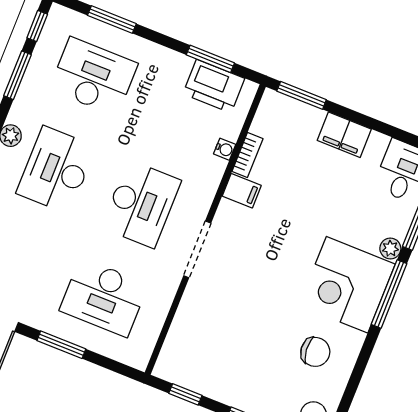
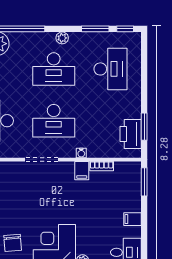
window: (112, 19) -> (144, 67), removed
filing cabinet: (344, 135) -> (132, 219), width x0.50
water cooler: (225, 149) -> (81, 153), moved
desk: (56, 170) -> (54, 69), turned 180

